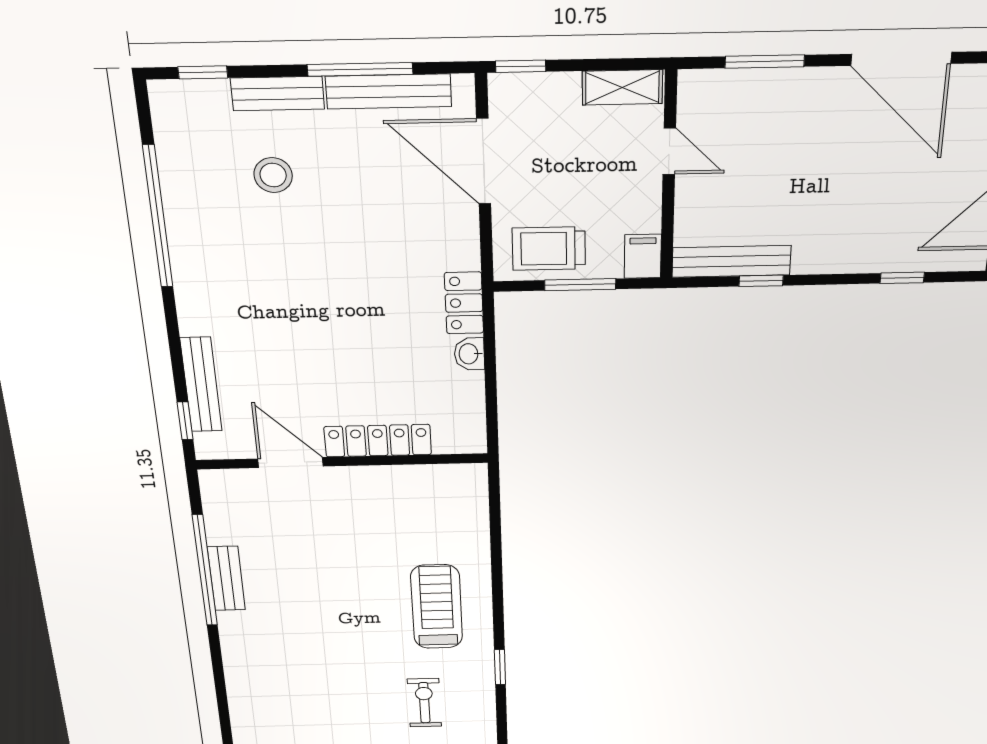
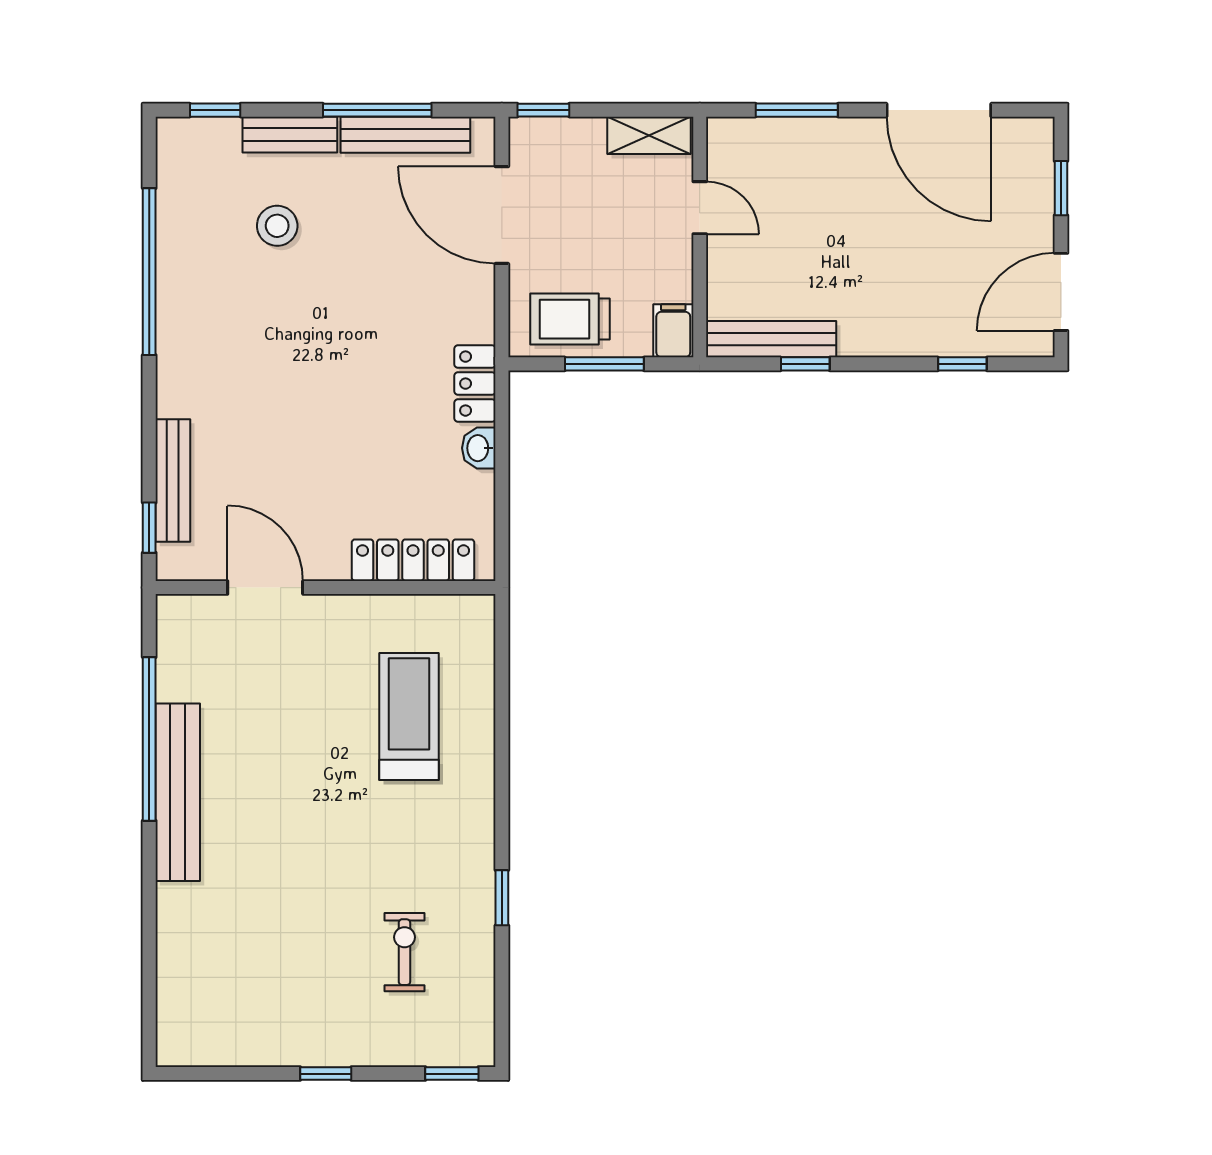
locker: (378, 441) -> (413, 560), moved
bench: (226, 578) -> (178, 792), width x1.86, depth x1.21
treadmill: (437, 607) -> (409, 717), moved

